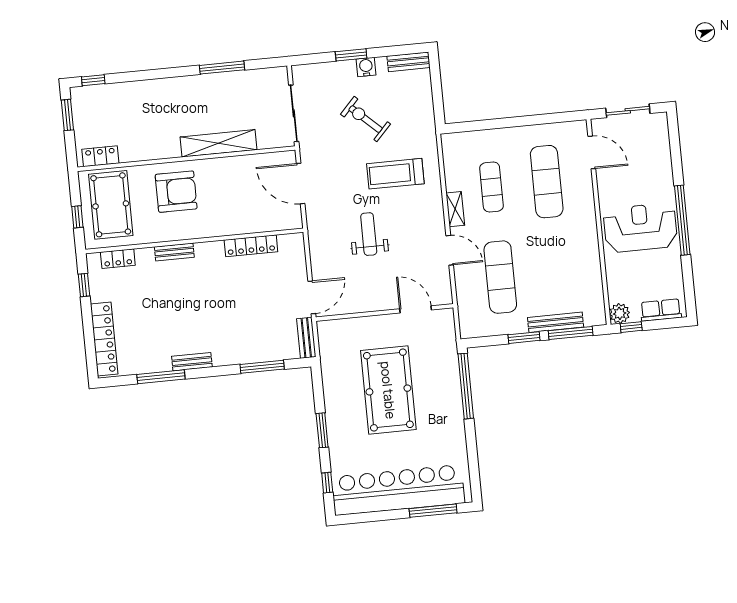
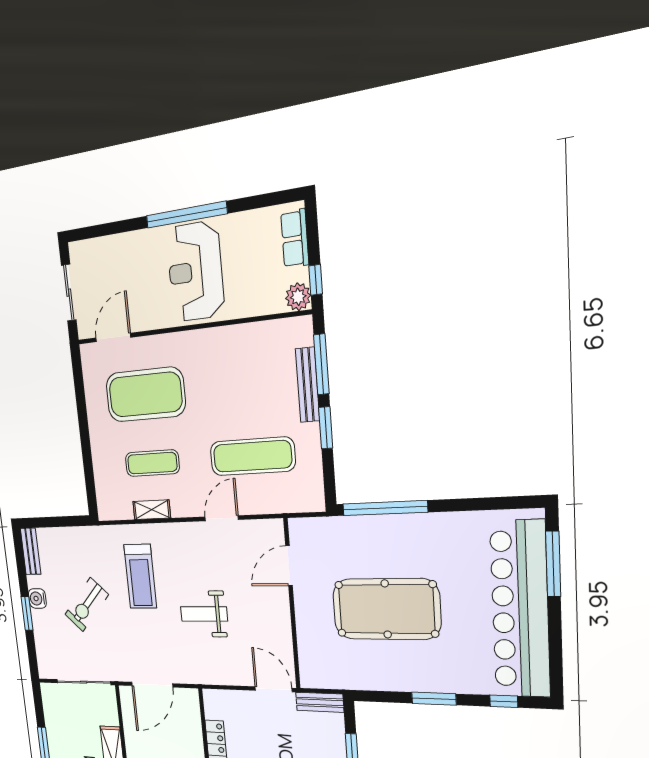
exercise mat: (547, 182) -> (145, 395), width x1.47
shelving: (455, 209) -> (152, 510), moved

